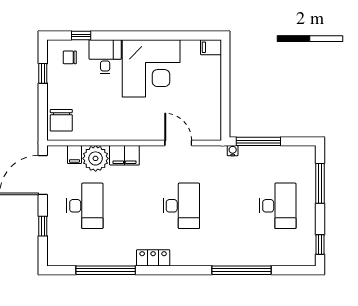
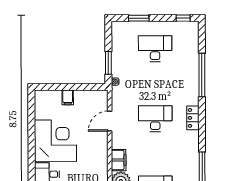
filing cabinet: (211, 47) -> (68, 97), moved
window: (258, 141) -> (108, 63), width x0.69
window: (320, 183) -> (139, 18), width x0.69
locker: (153, 258) -> (193, 118), moved

